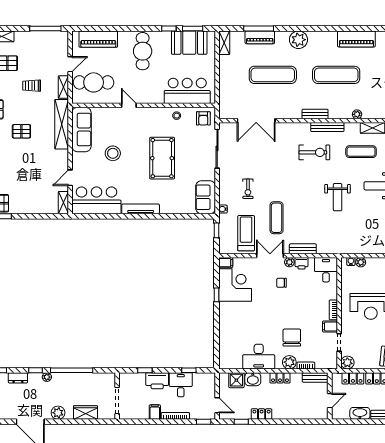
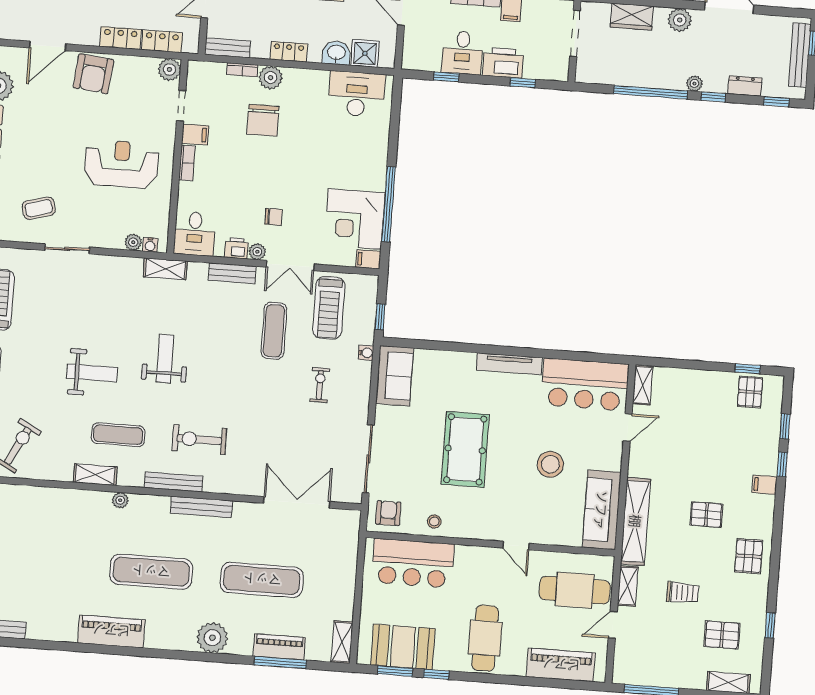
bench: (315, 114) -> (201, 507), width x1.36
shelving: (341, 248) -> (165, 269), added
window: (216, 295) -> (389, 204), width x3.17
desk: (259, 357) -> (357, 94), moved

